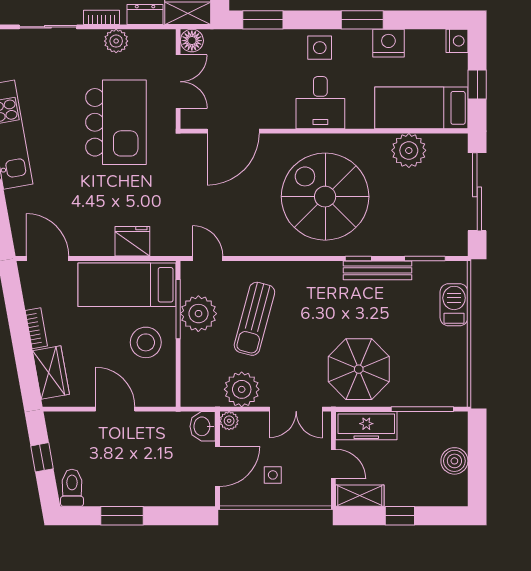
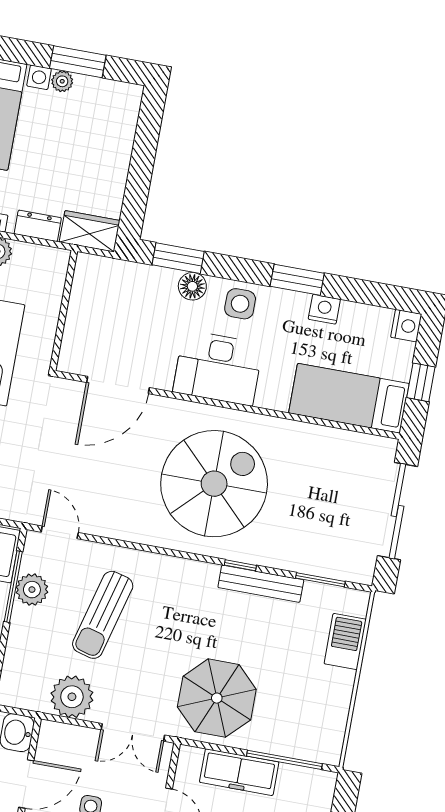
floor lamp: (192, 41) -> (192, 286), moved
nightstand: (388, 43) -> (324, 309), width x0.74, depth x0.75
double door: (178, 82) -> (63, 314), removed
desk: (320, 103) -> (218, 368), width x1.37
plant: (409, 150) -> (325, 447), removed
spiral stairs: (325, 197) -> (214, 484), turned 90
plant: (198, 314) -> (32, 590), width x0.73, depth x0.73
plant: (229, 421) -> (50, 732), removed
freezer: (366, 426) -> (239, 772), moved

